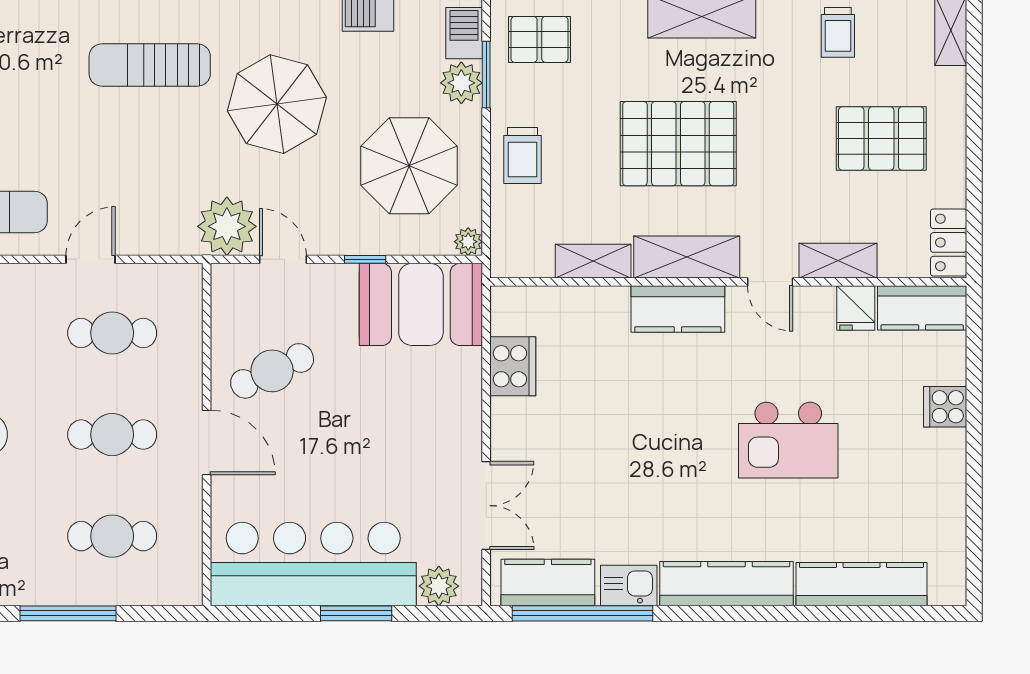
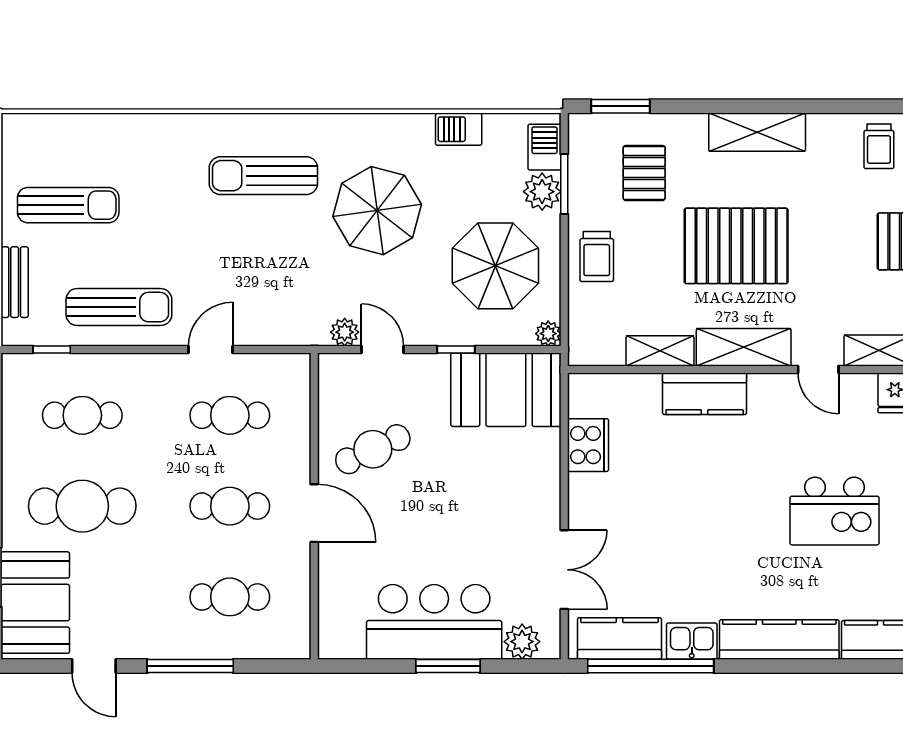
pallet: (539, 39) -> (644, 173), moved, turned 90
plant: (227, 226) -> (345, 332), width x0.53, depth x0.53
kitchen counter: (678, 309) -> (705, 394), moved
bar counter: (313, 564) -> (434, 622), width x0.73

